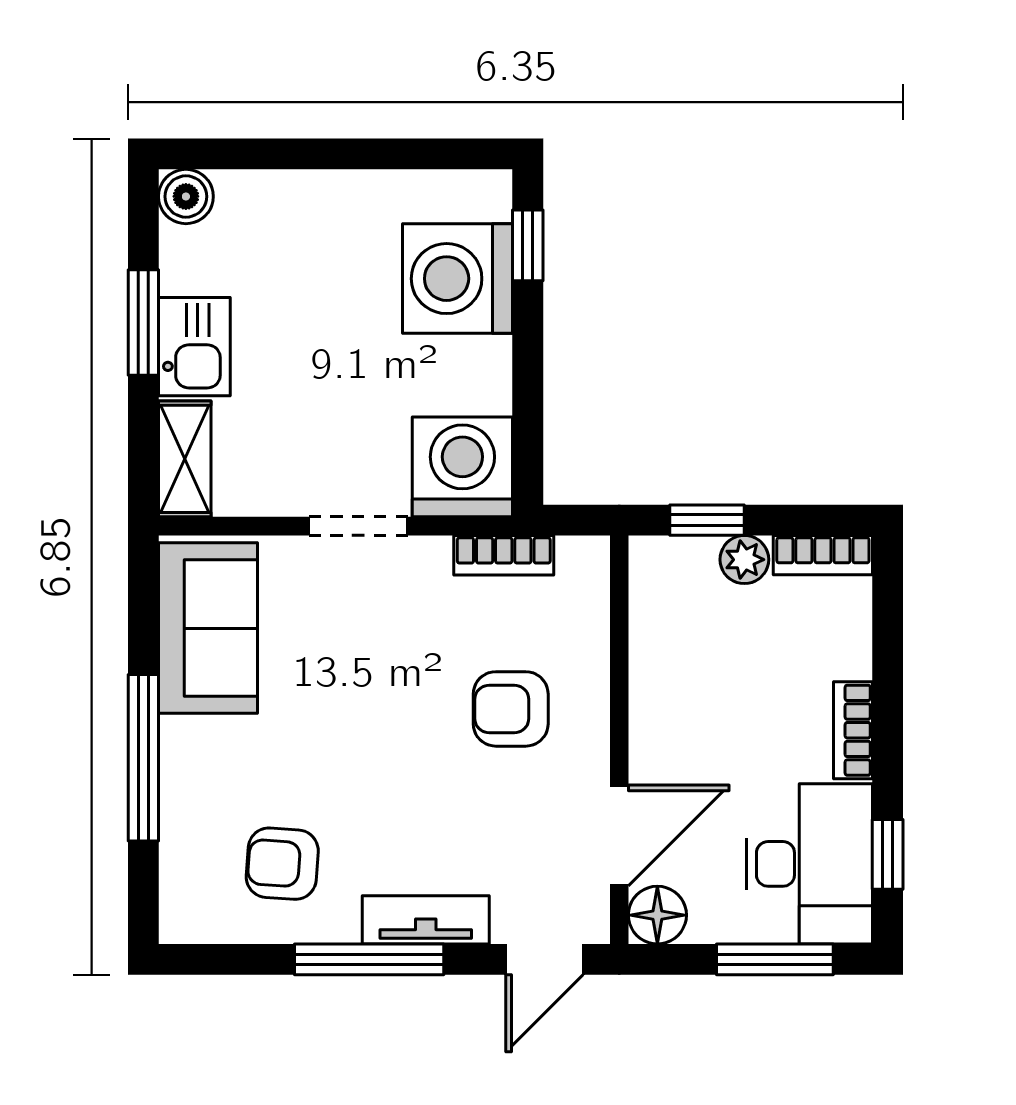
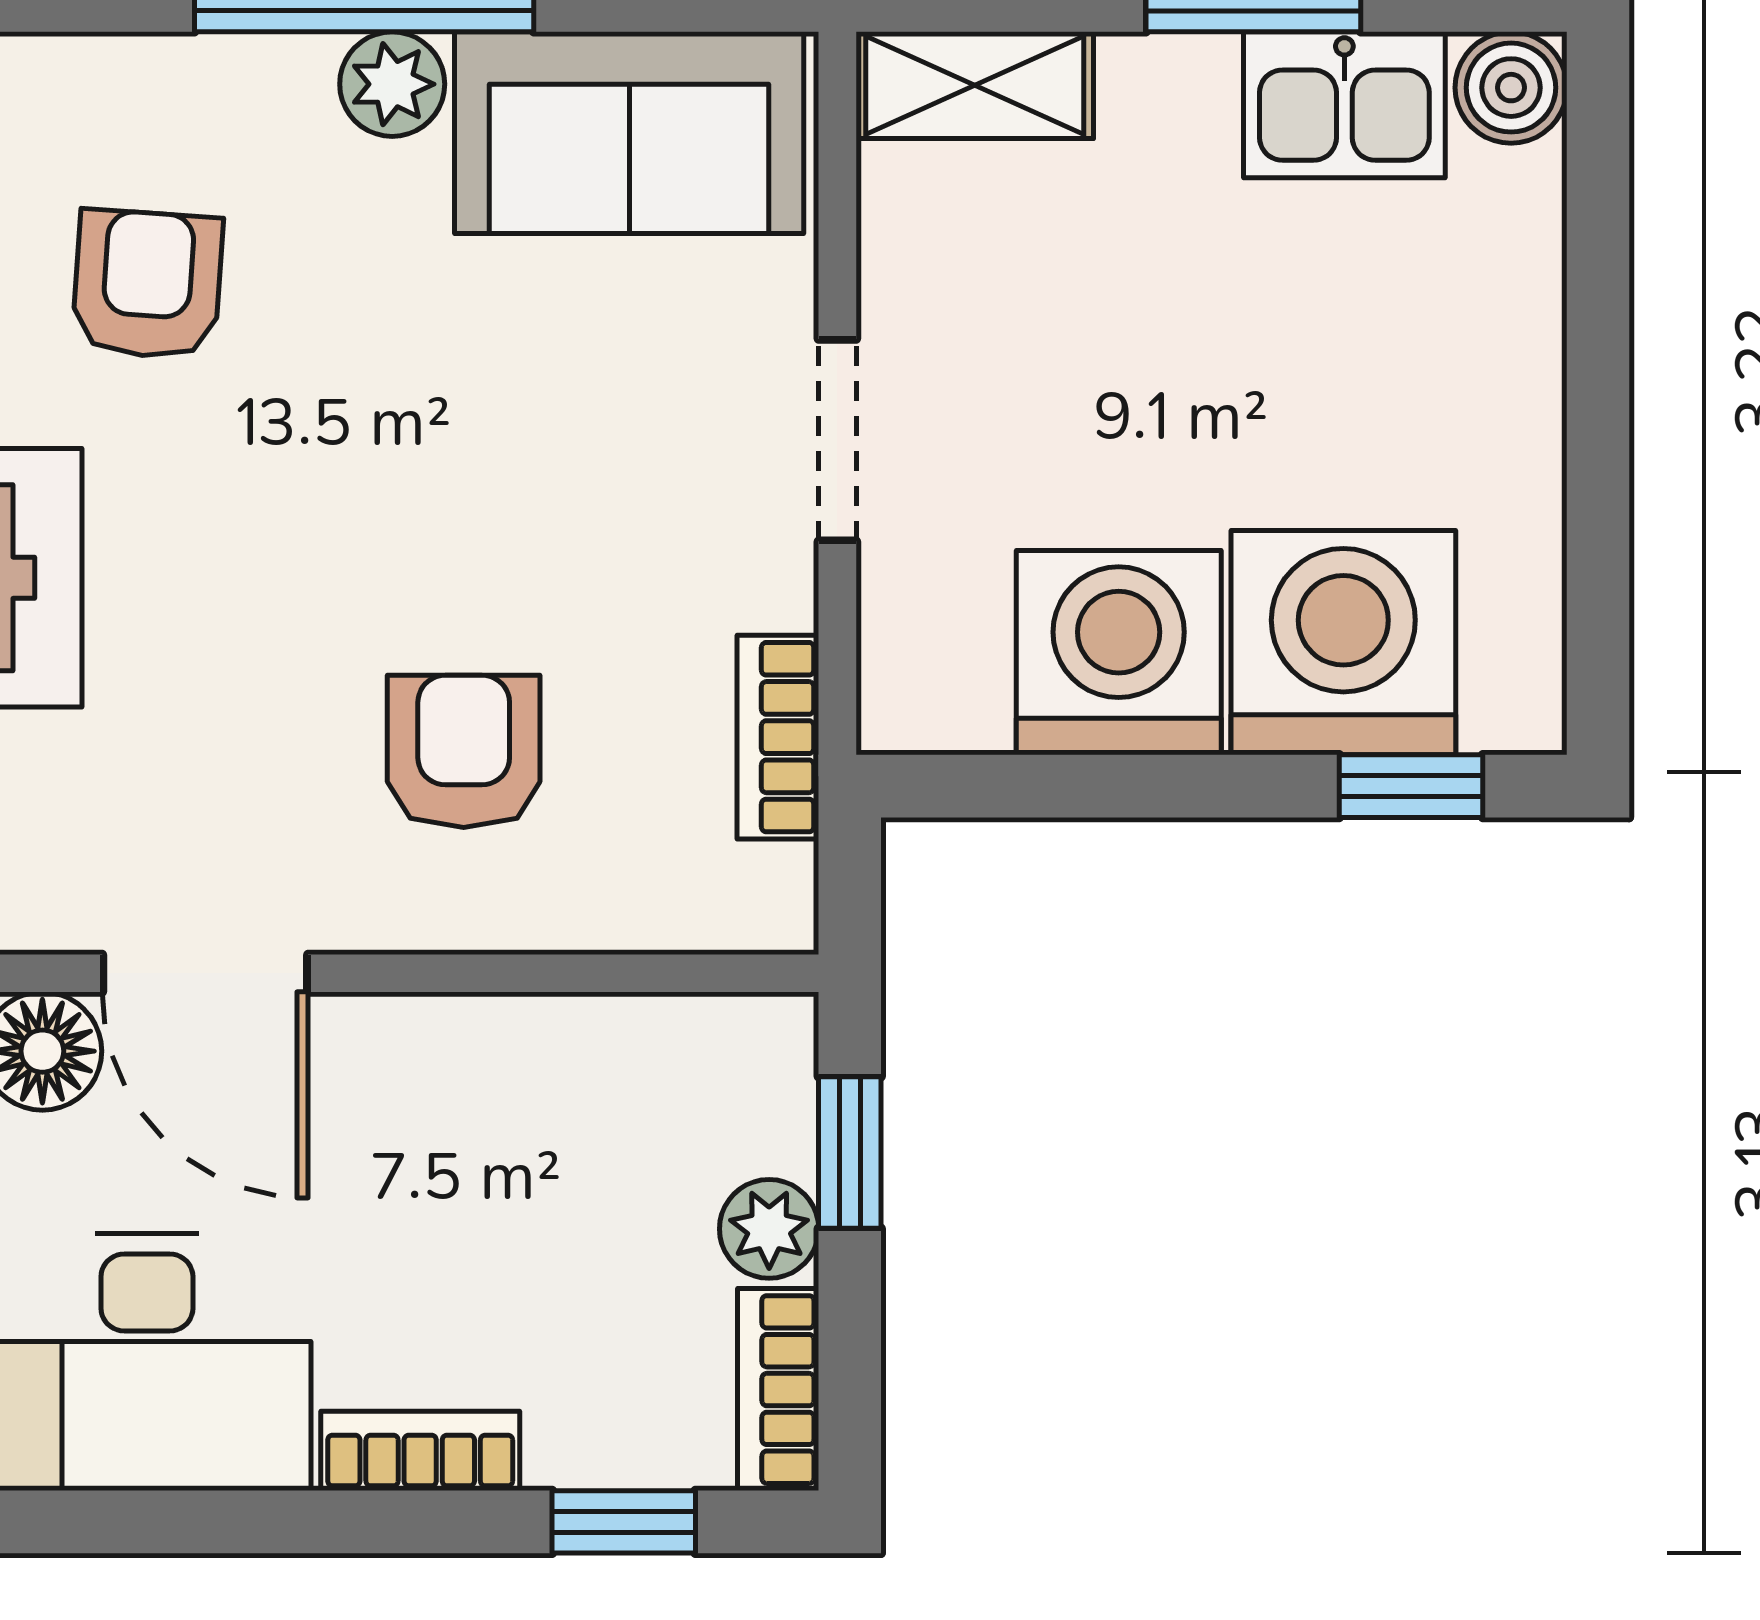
kitchen sink: (194, 347) -> (1344, 105), moved
washing machine: (462, 467) -> (1119, 653), moved, turned -90
plant: (184, 744) -> (392, 84), added
window: (888, 854) -> (624, 1522), moved

